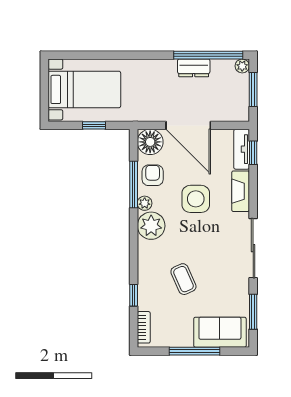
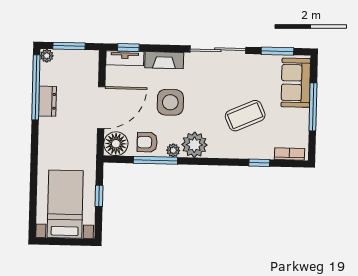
coffee table: (183, 279) -> (245, 116), width x1.36, depth x1.30

